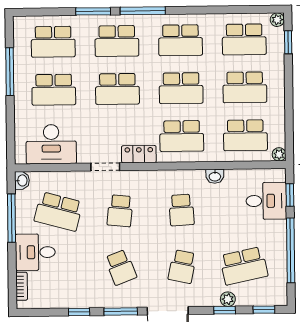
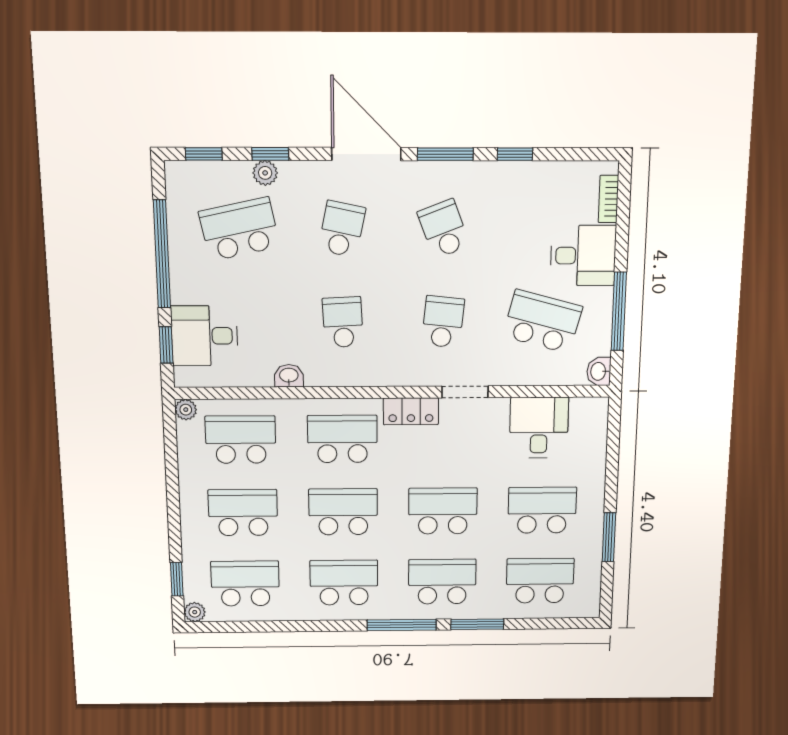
window: (10, 72) -> (609, 537), width x0.69
desk: (51, 144) -> (539, 428), width x0.73

